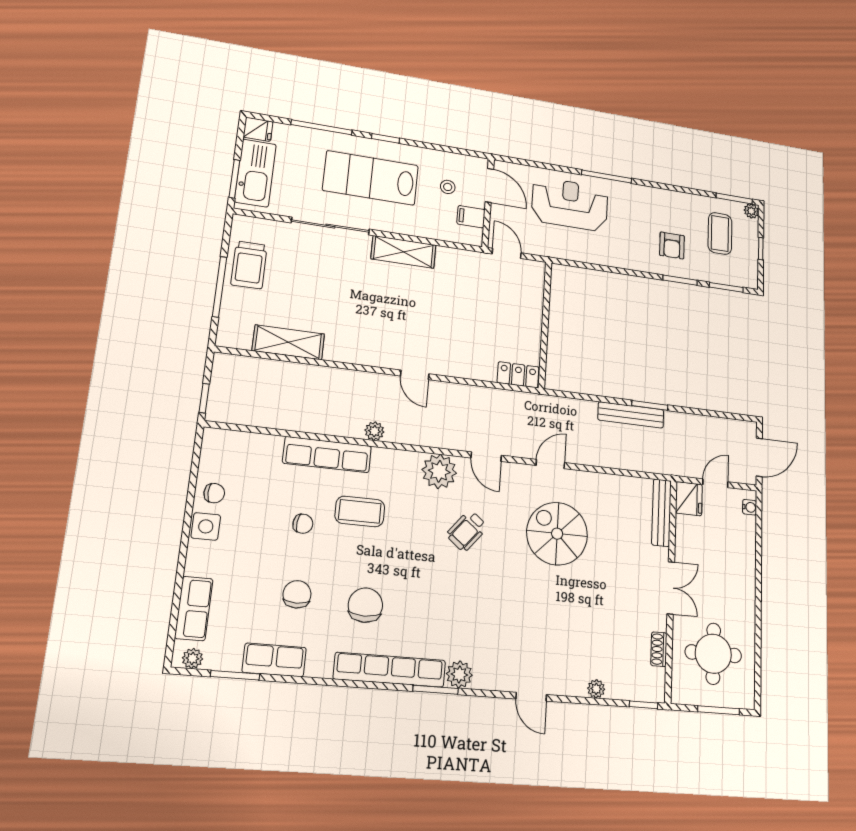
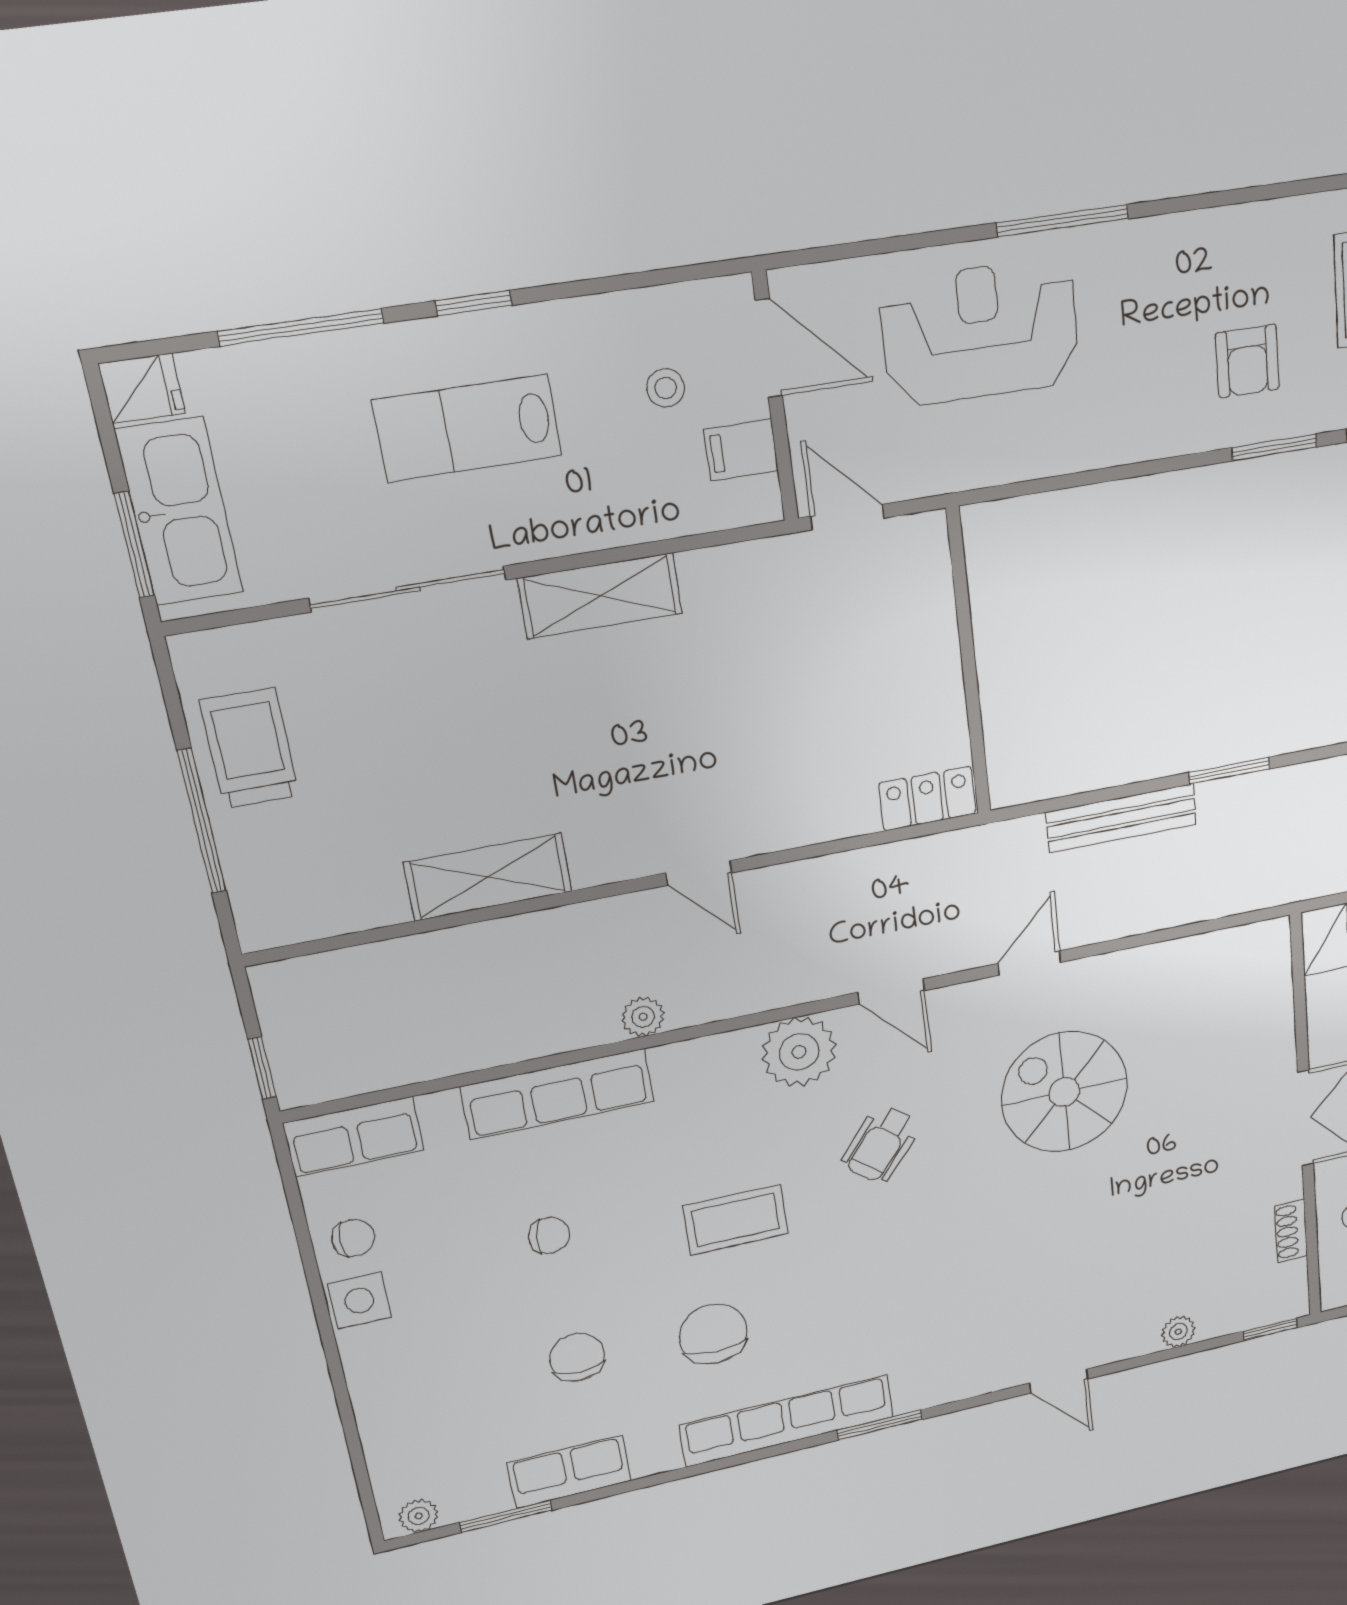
lab bench: (371, 178) -> (468, 428), width x0.73, depth x0.72
trolley: (249, 265) -> (250, 748), turned 180
shelving: (288, 342) -> (488, 877), moved
bench: (631, 415) -> (1122, 818), moved
coffee table: (360, 511) -> (736, 1220), moved
bench: (661, 513) -> (1275, 984), removed
row of seats: (194, 608) -> (354, 1137), moved, turned 90
plant: (459, 674) -> (918, 1388), removed

